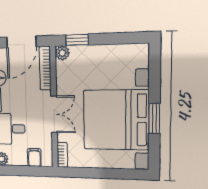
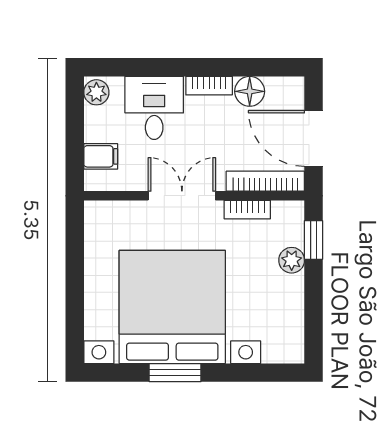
plant: (62, 53) -> (292, 260), moved
double door: (54, 114) -> (182, 196), swing flipped
bookcase: (62, 155) -> (247, 210), moved

